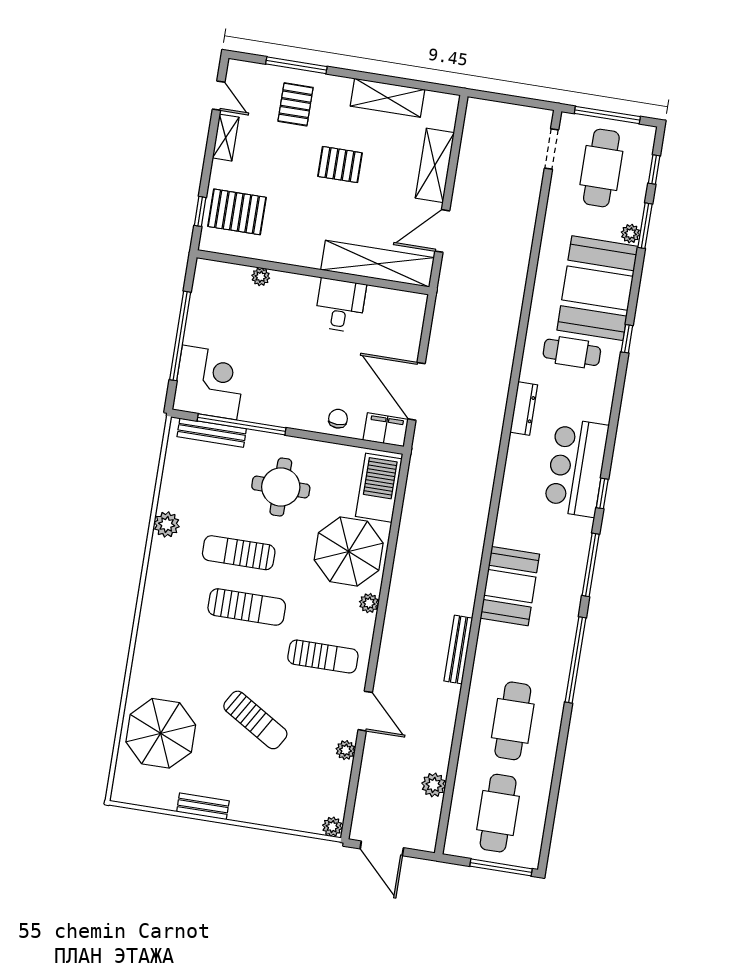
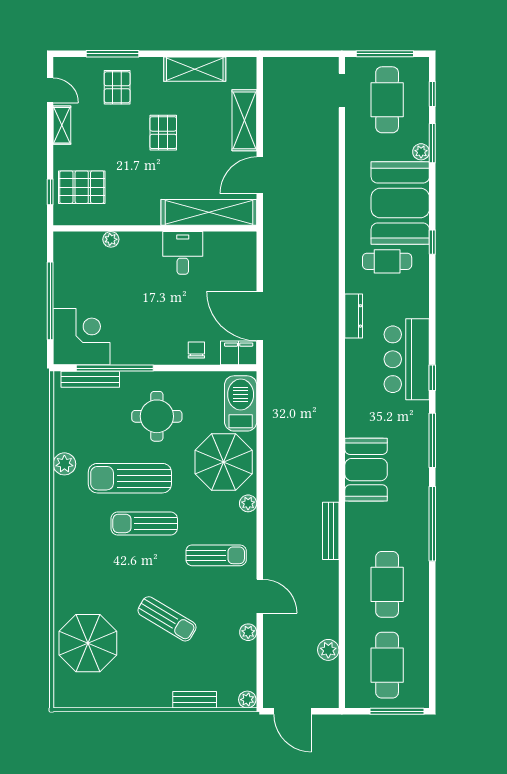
pallet: (340, 165) -> (163, 133), turned 90
sun lounger: (239, 553) -> (130, 478), width x1.36, depth x1.34
sun lounger: (247, 607) -> (144, 523), turned 180
bench: (203, 806) -> (195, 700), moved

